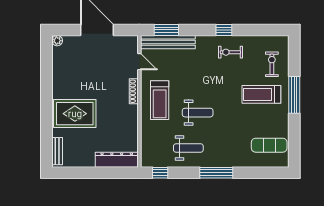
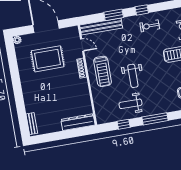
window: (166, 30) -> (114, 15), moved
weight bench: (198, 113) -> (133, 76), turned 90
rug: (75, 114) -> (48, 59), moved
weight bench: (188, 148) -> (131, 104), turned 180
window: (160, 173) -> (124, 124), moved

